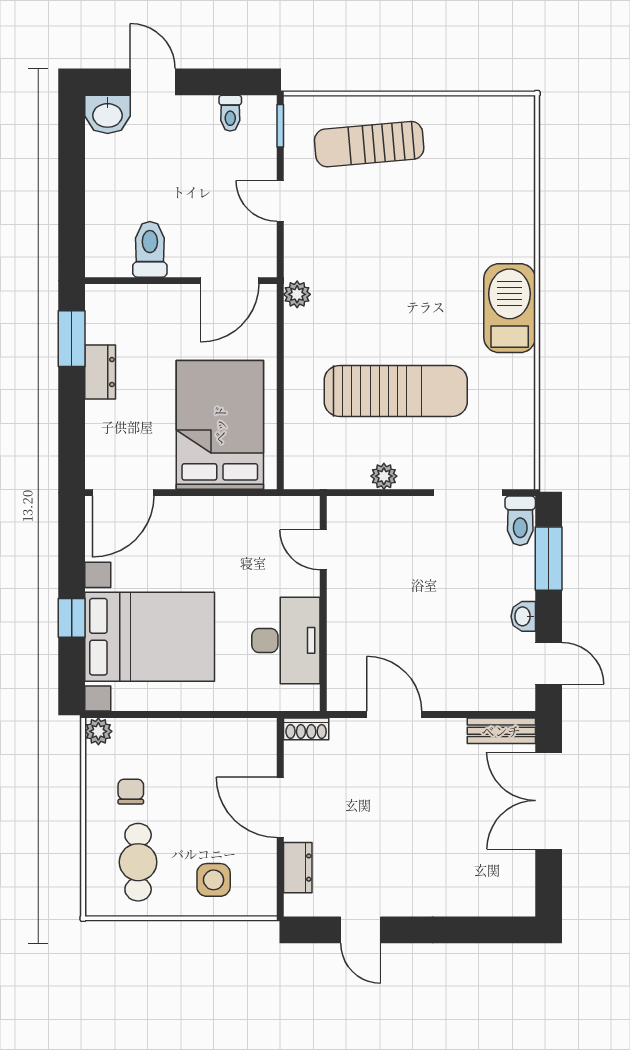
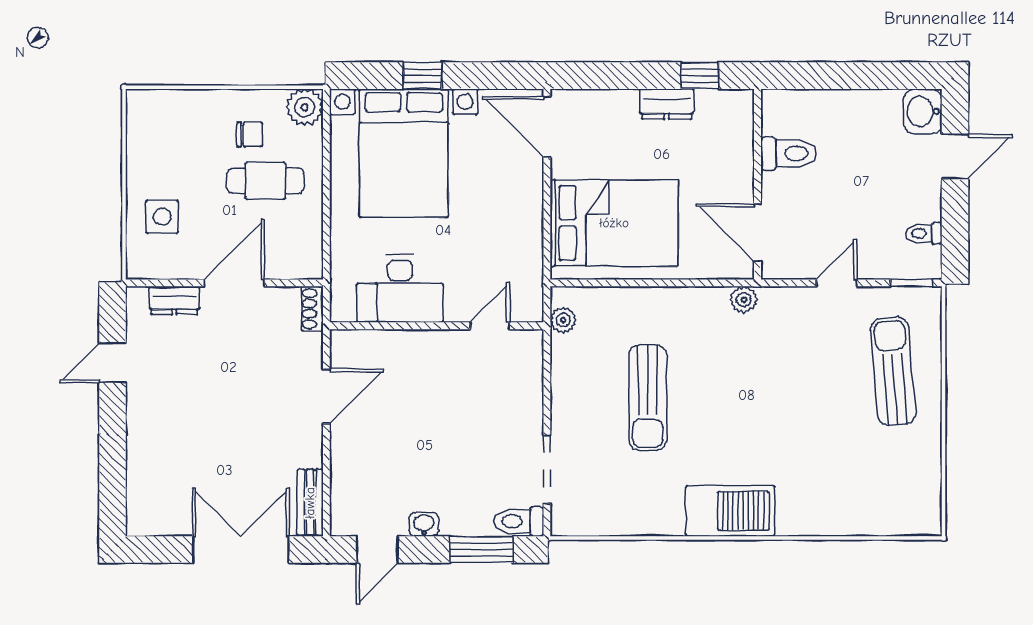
window: (72, 339) -> (700, 76), width x0.67
sun lounger: (396, 391) -> (648, 398), width x0.73, depth x0.75
plant: (384, 476) -> (563, 320), moved
plant: (98, 731) -> (305, 107), width x1.38, depth x1.38
cafe table: (138, 862) -> (265, 181), moved

